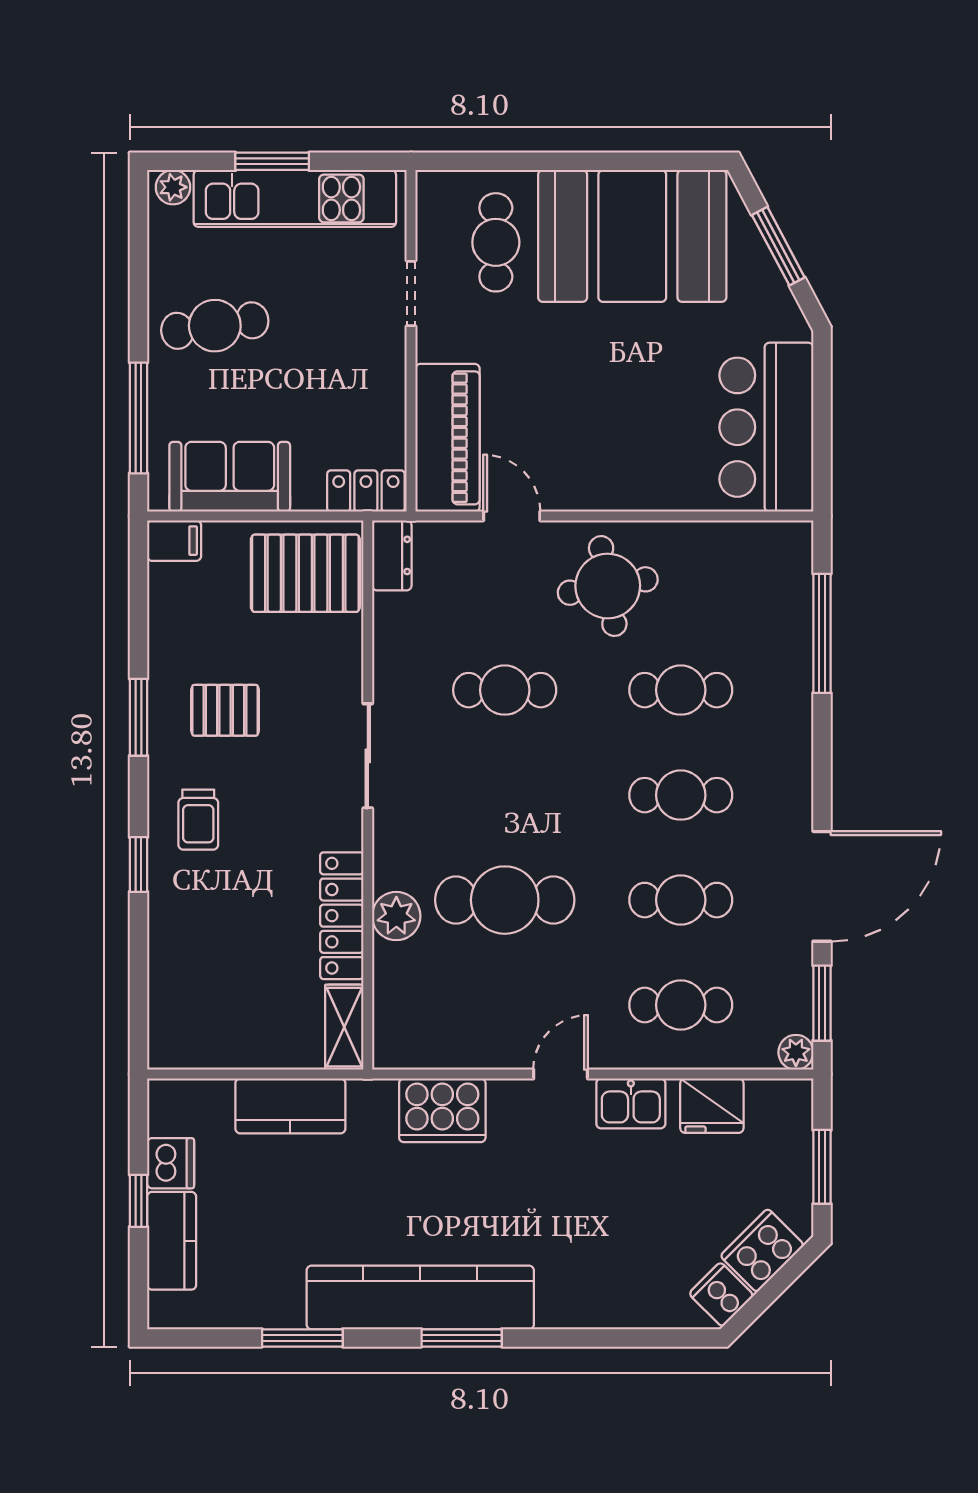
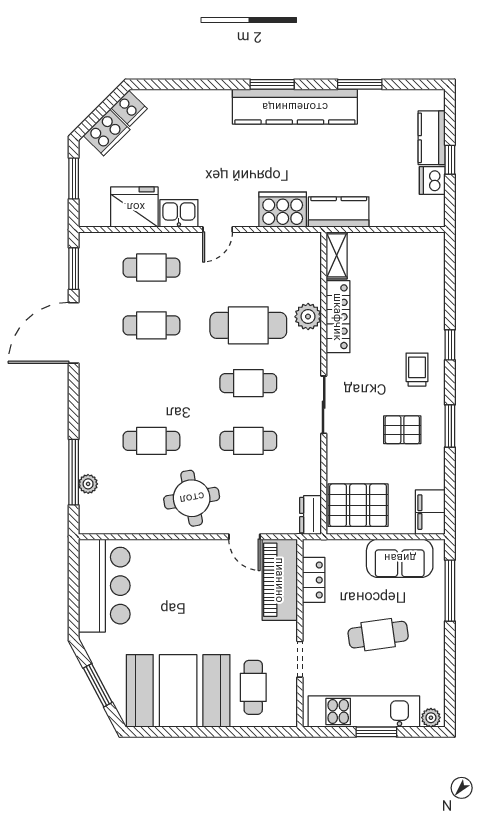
cafe table: (215, 326) -> (378, 635), moved
locker: (366, 491) -> (314, 580), moved, turned -90
filing cabinet: (174, 541) -> (430, 512), width x2.00
cafe table: (681, 795) -> (248, 383), moved
plant: (796, 1052) -> (88, 484), moved
kitchen counter: (290, 1106) -> (339, 212), moved
fridge: (712, 1106) -> (134, 207), width x1.36, depth x1.34

